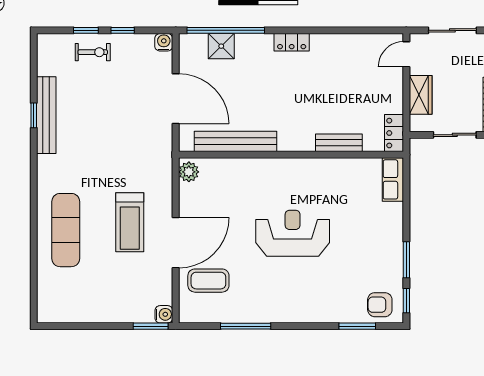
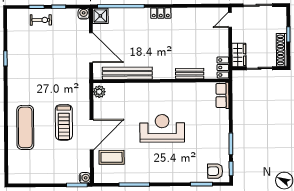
shower: (221, 46) -> (100, 16), moved
wardrobe: (421, 95) -> (239, 55), moved
bench: (46, 115) -> (13, 58), removed

